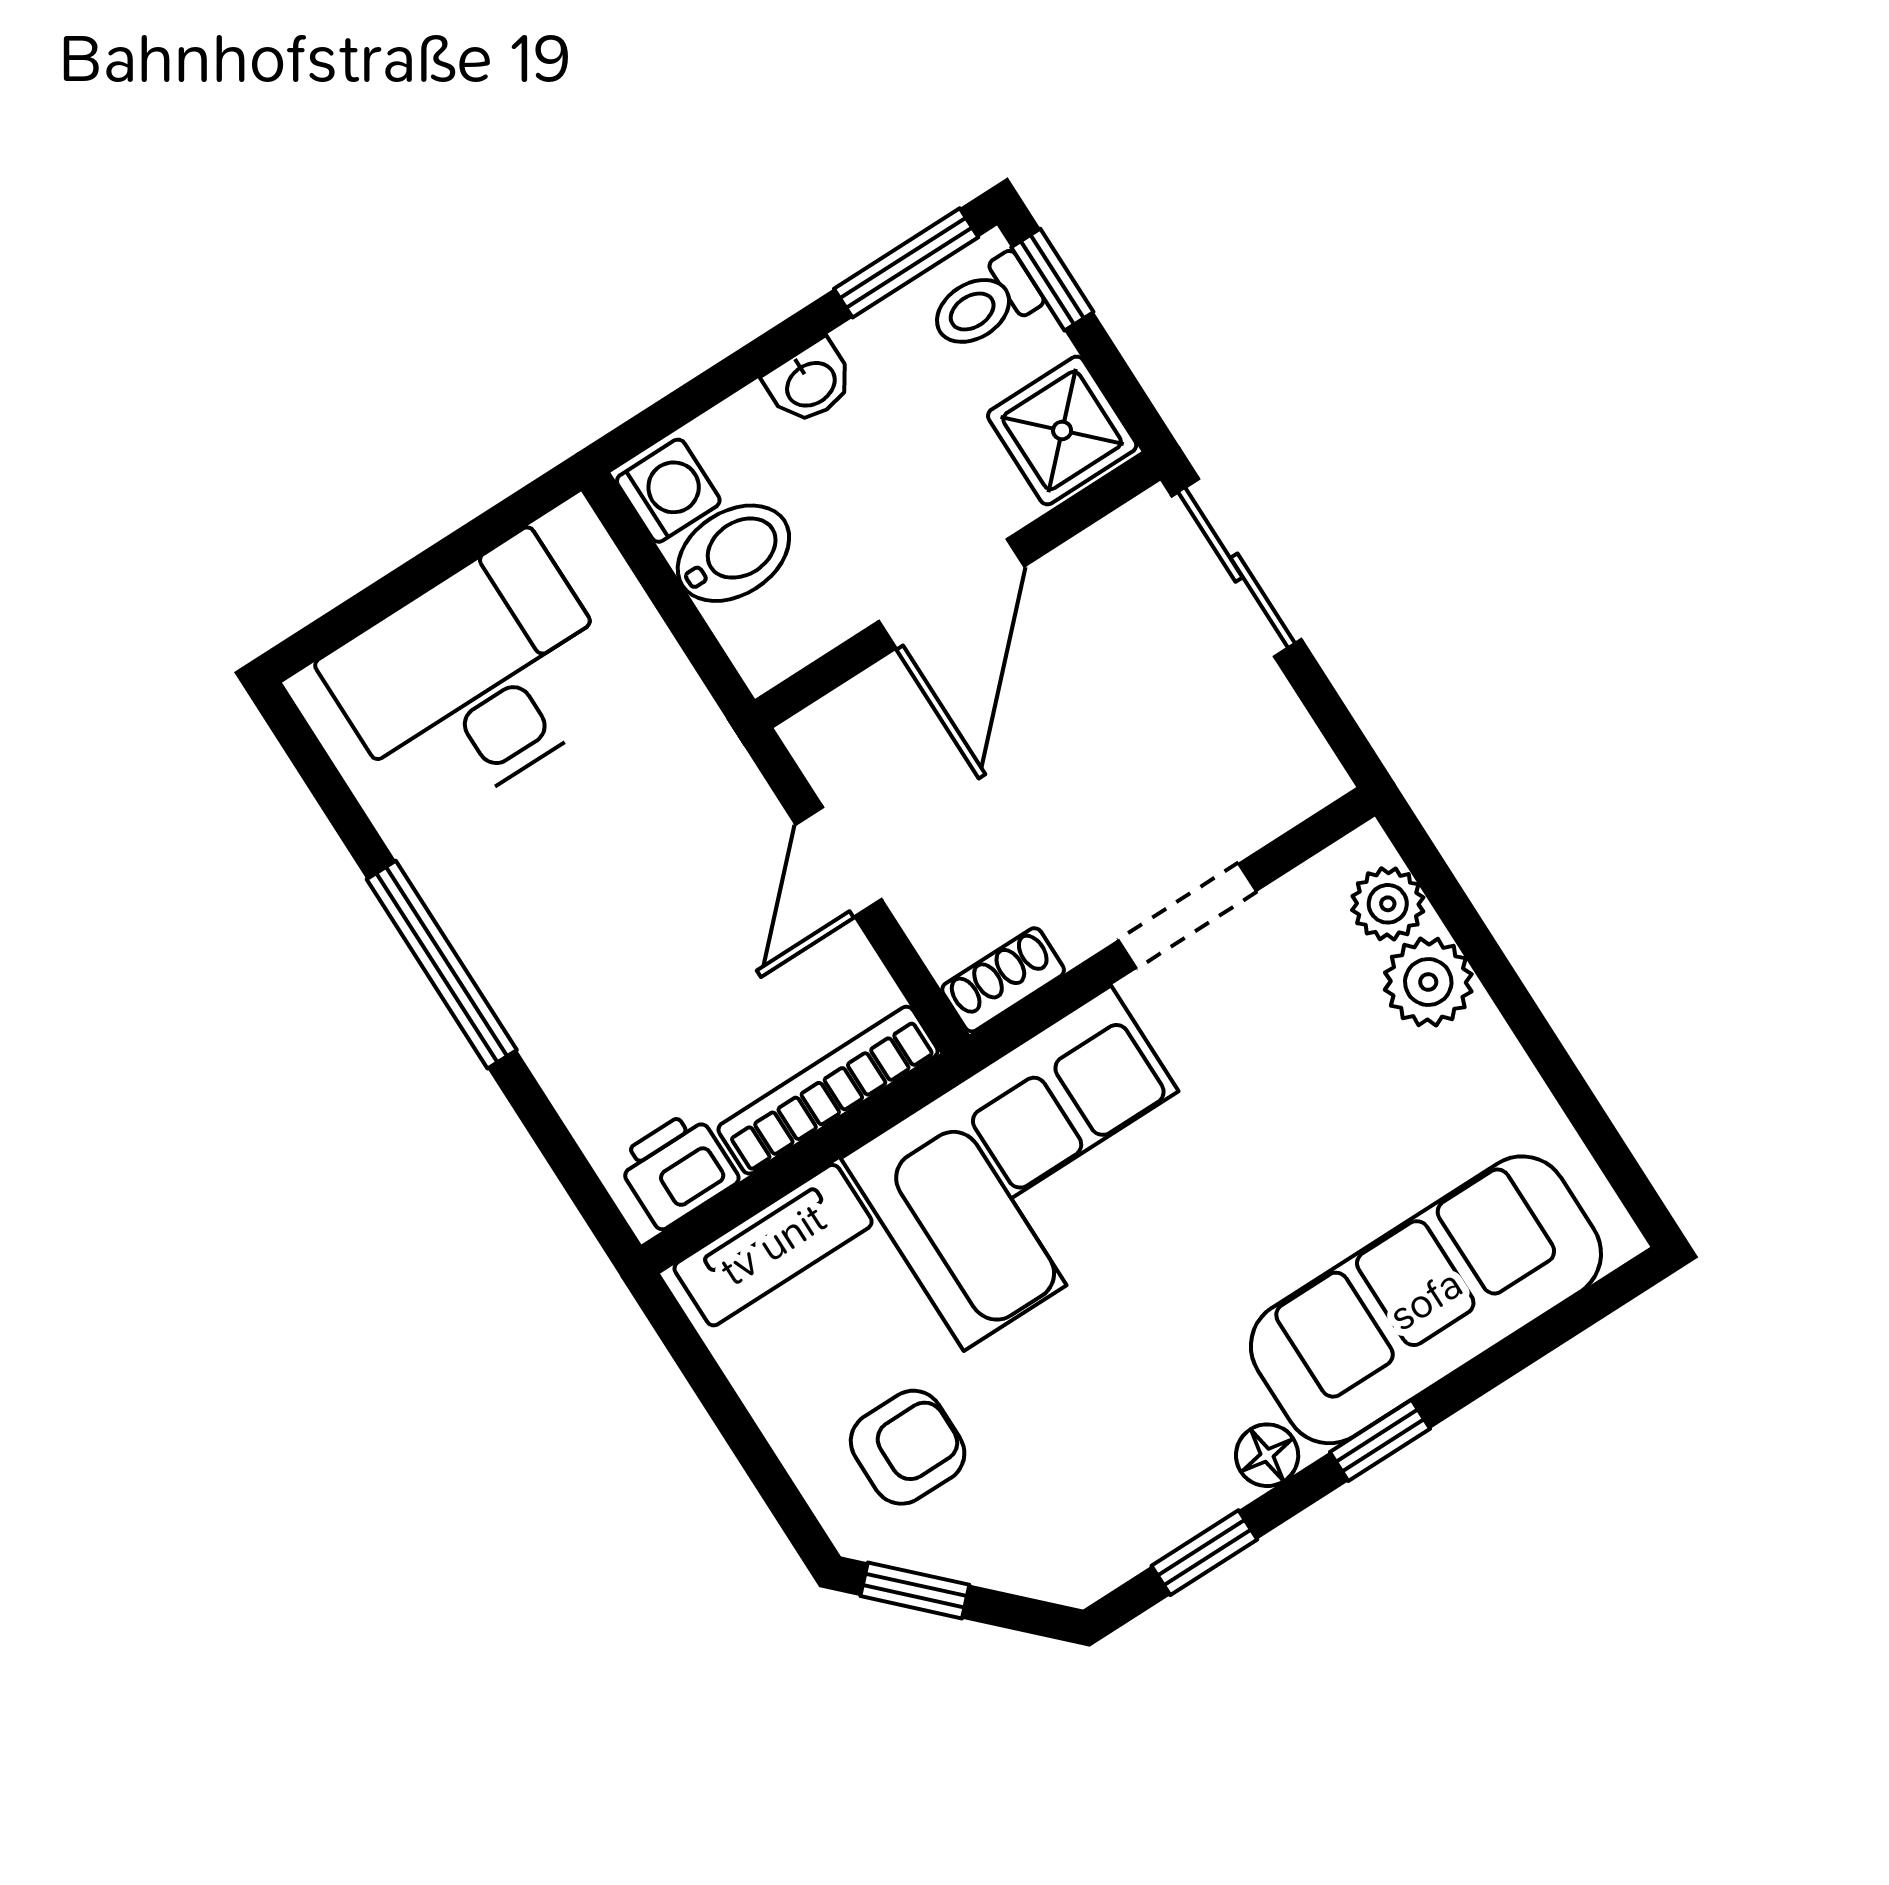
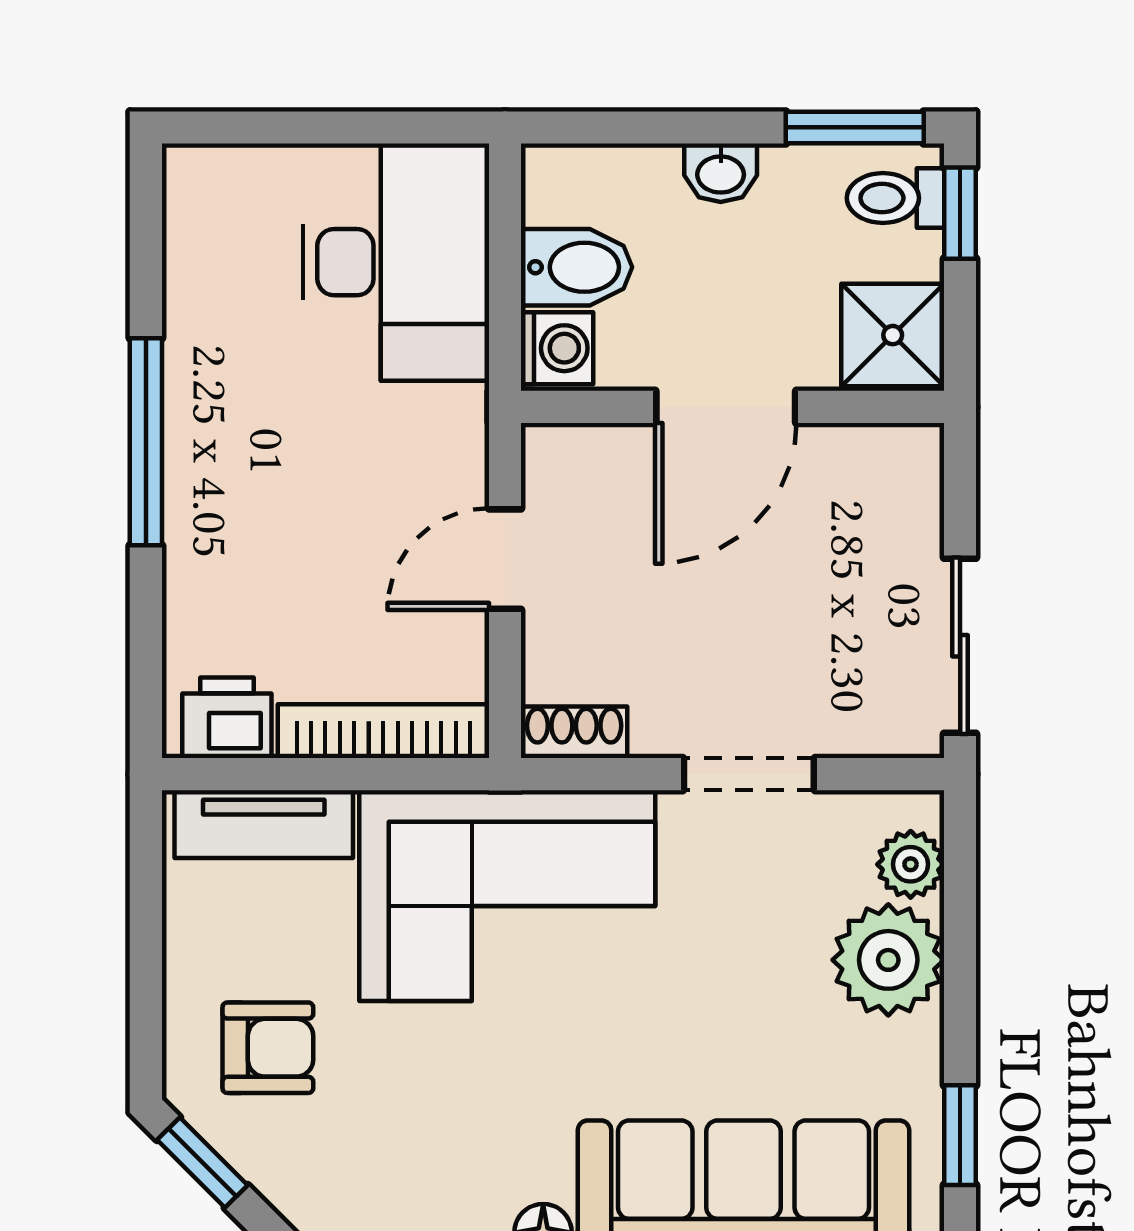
washing machine: (668, 491) -> (557, 348), moved
sliding door: (1236, 568) -> (960, 646), moved
desk: (475, 679) -> (396, 262), moved, turned 90
plant: (1428, 982) -> (888, 960), width x1.36, depth x1.36
window: (1591, 1123) -> (960, 1135), added

